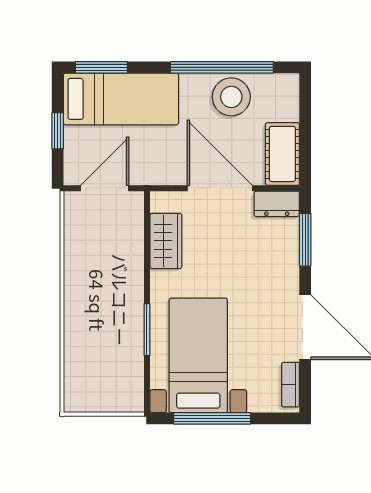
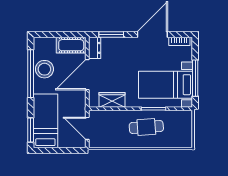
window: (58, 131) -> (60, 151), removed
cafe table: (108, 314) -> (146, 127), added

